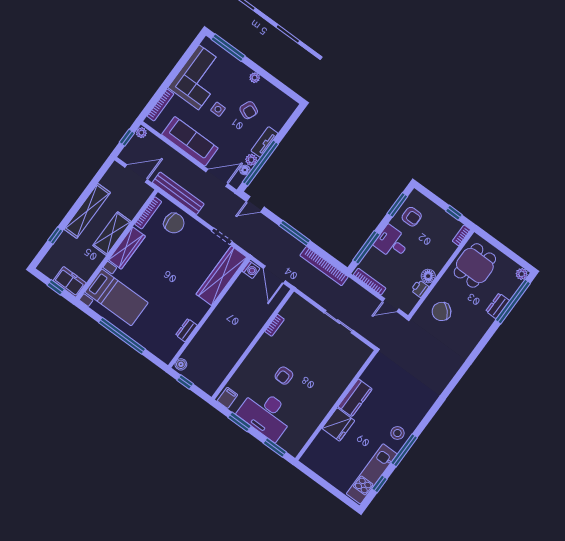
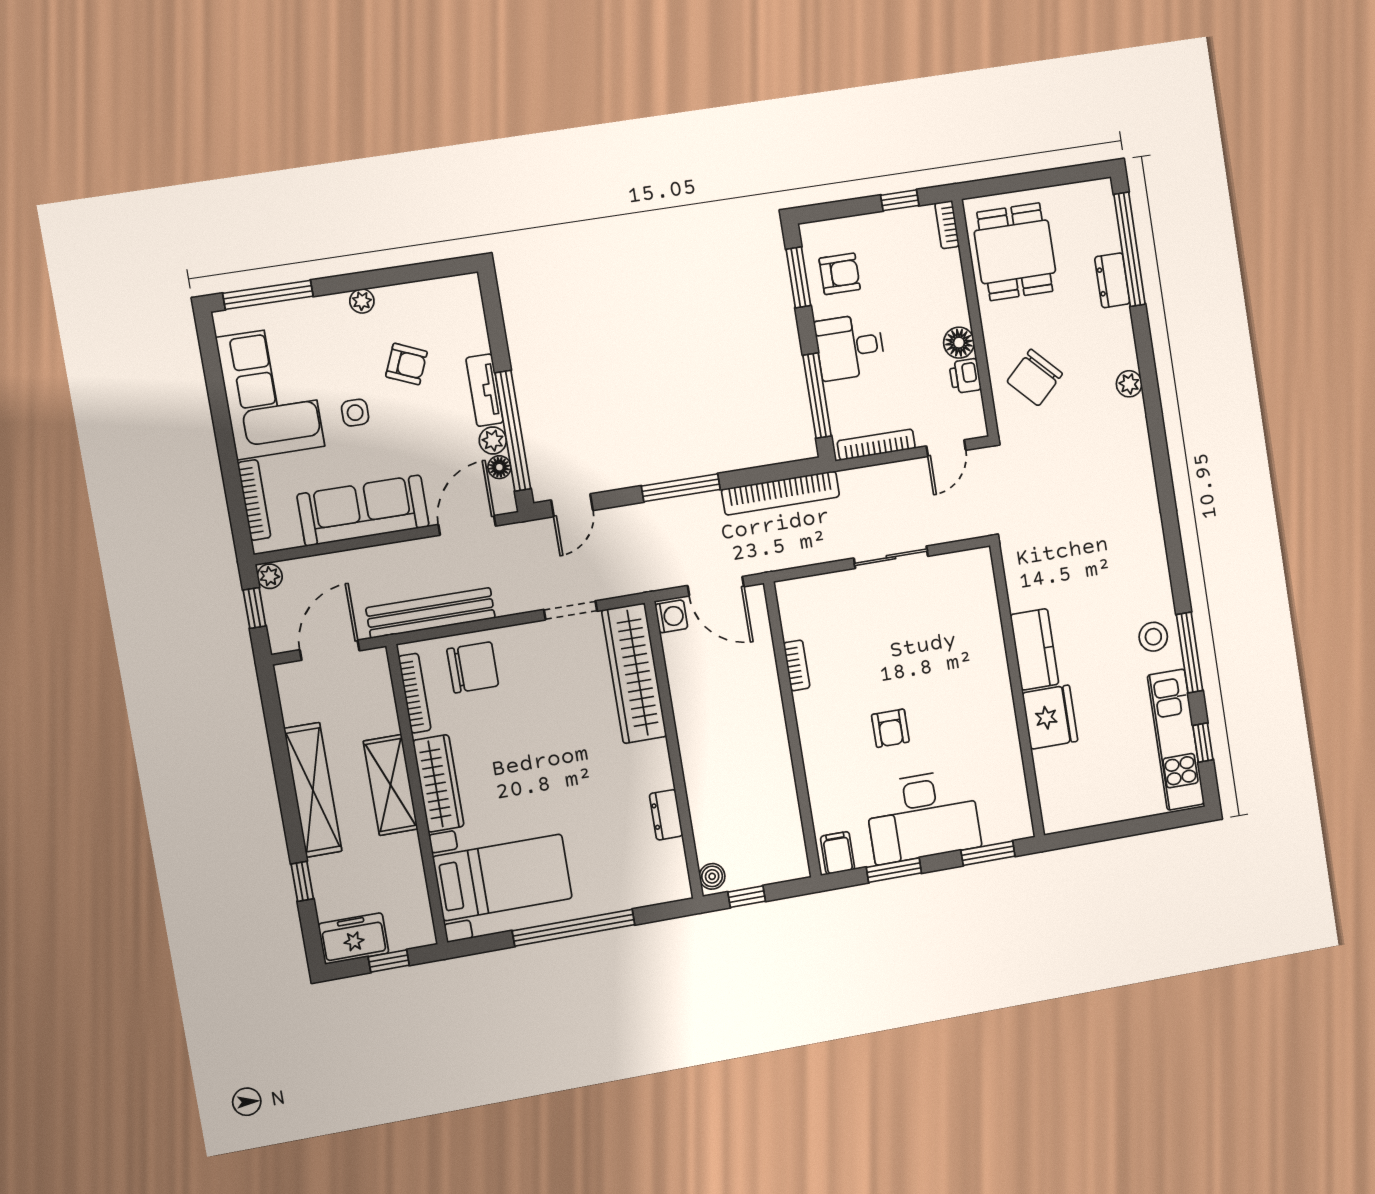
plant: (522, 274) -> (1129, 384), moved
freezer: (70, 282) -> (353, 938), moved

